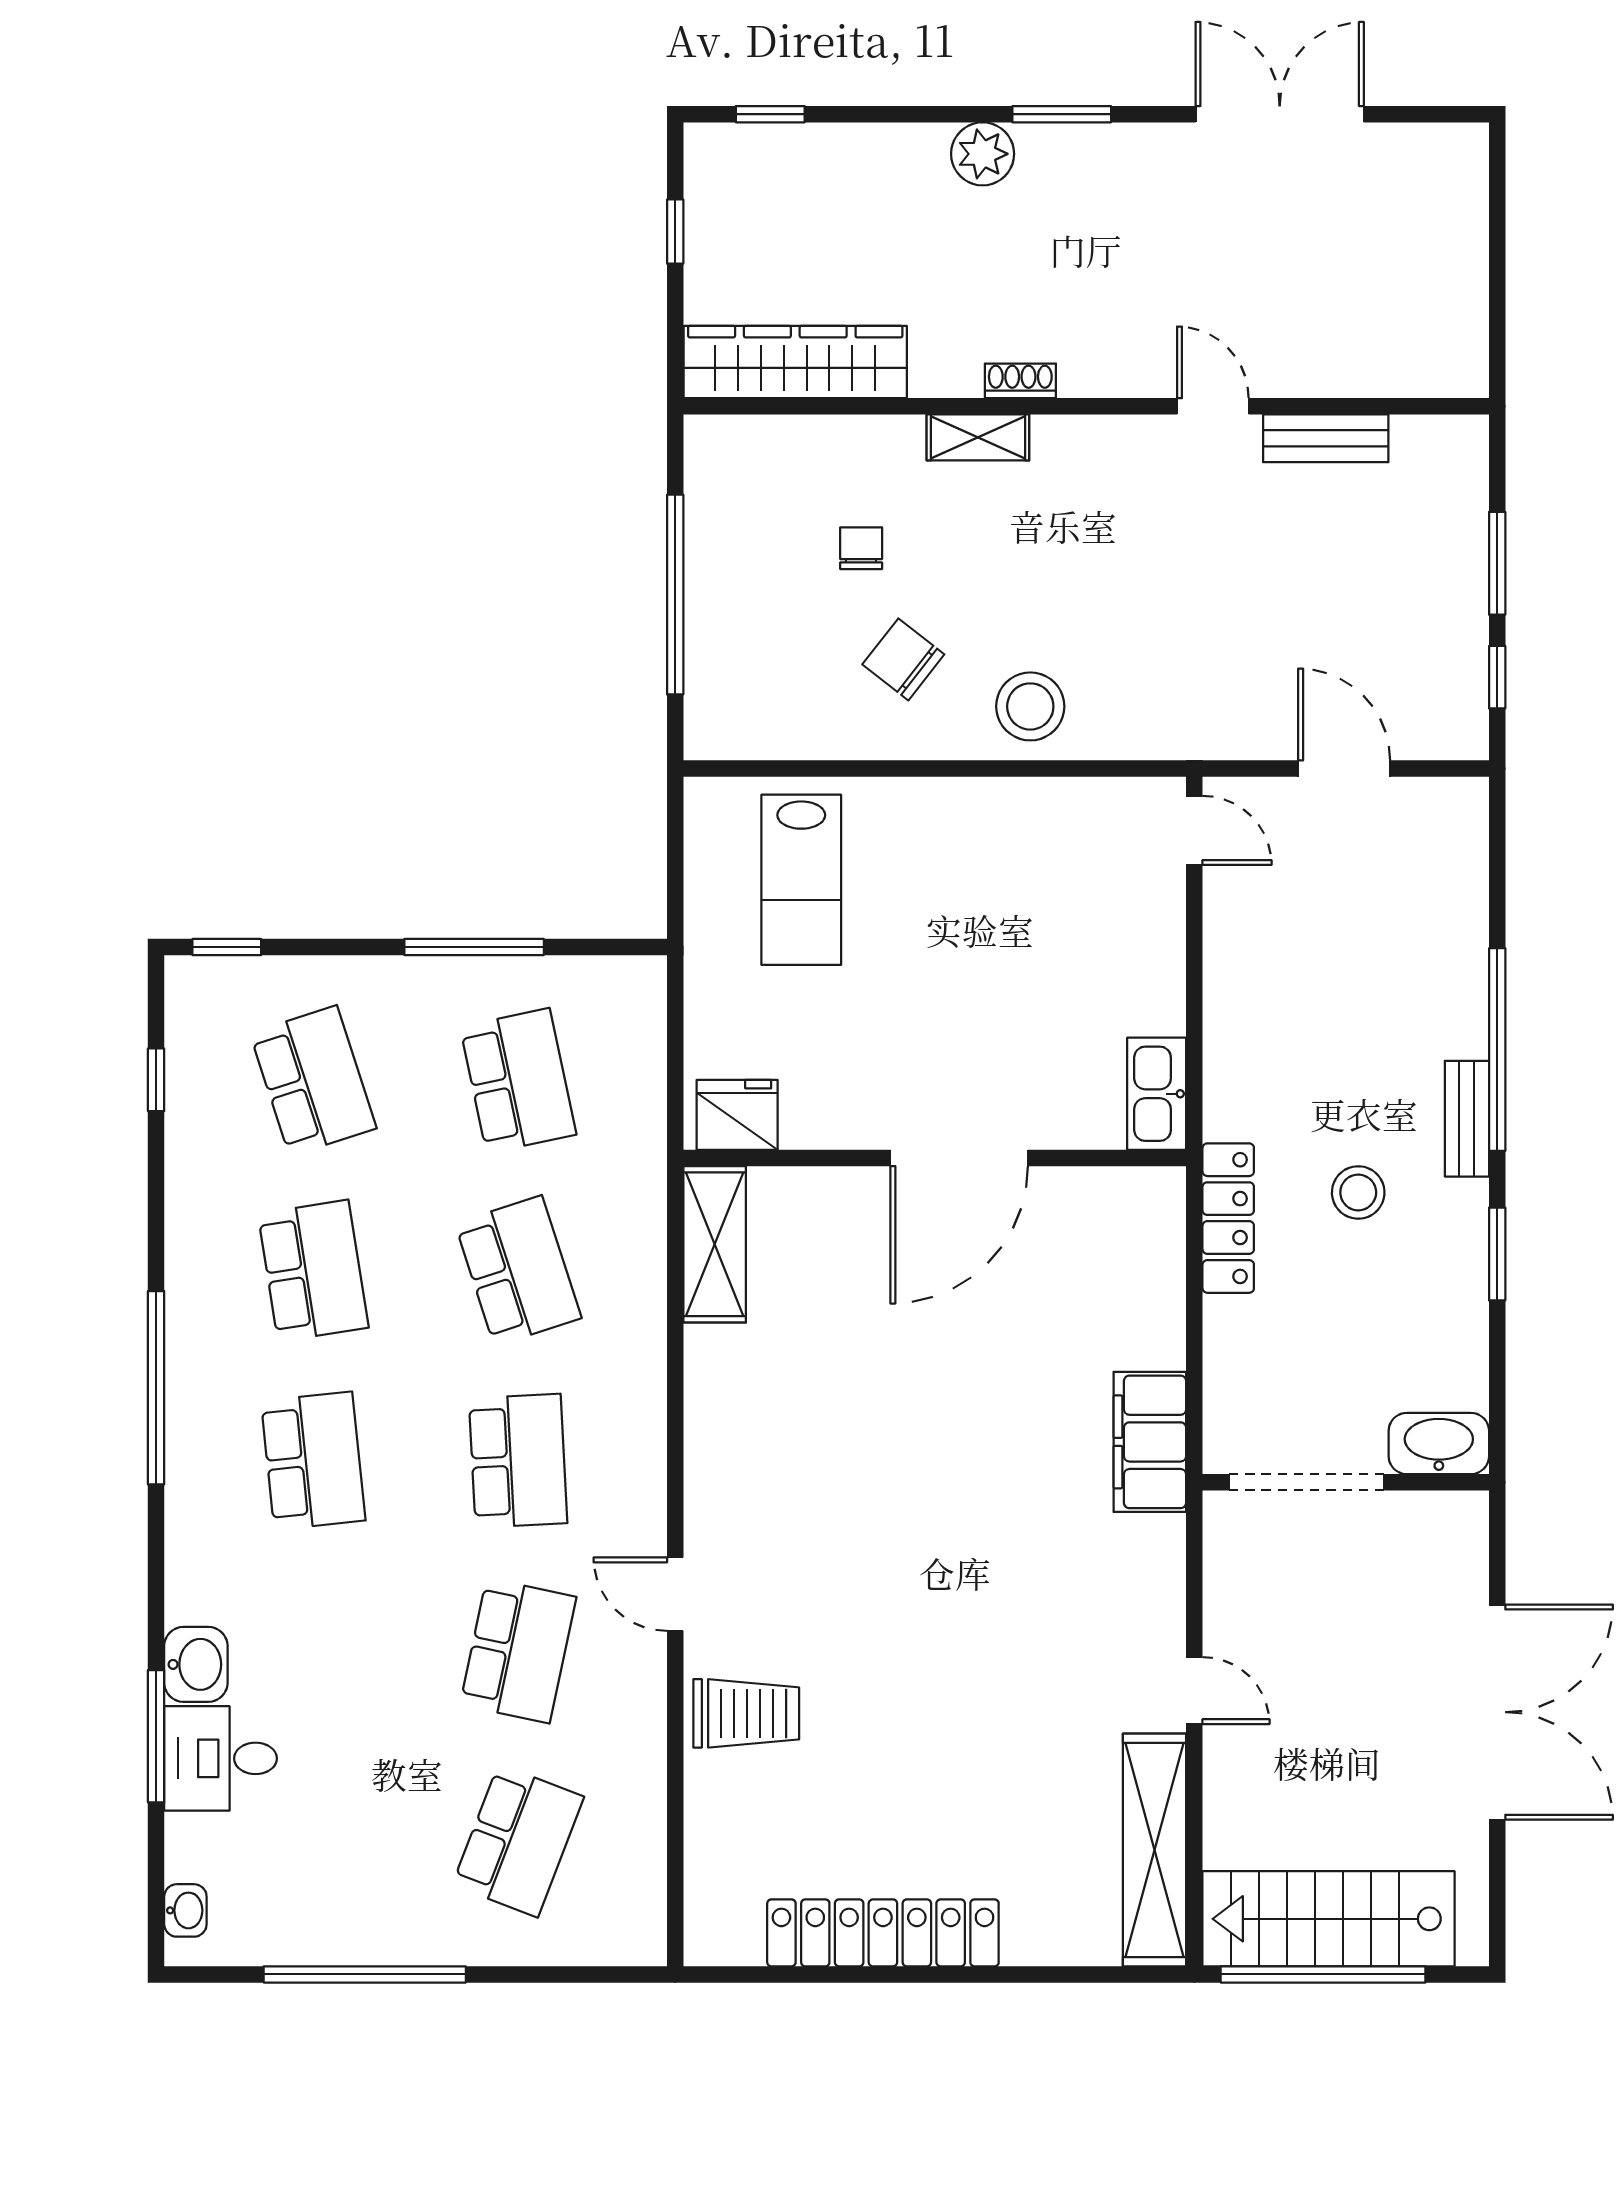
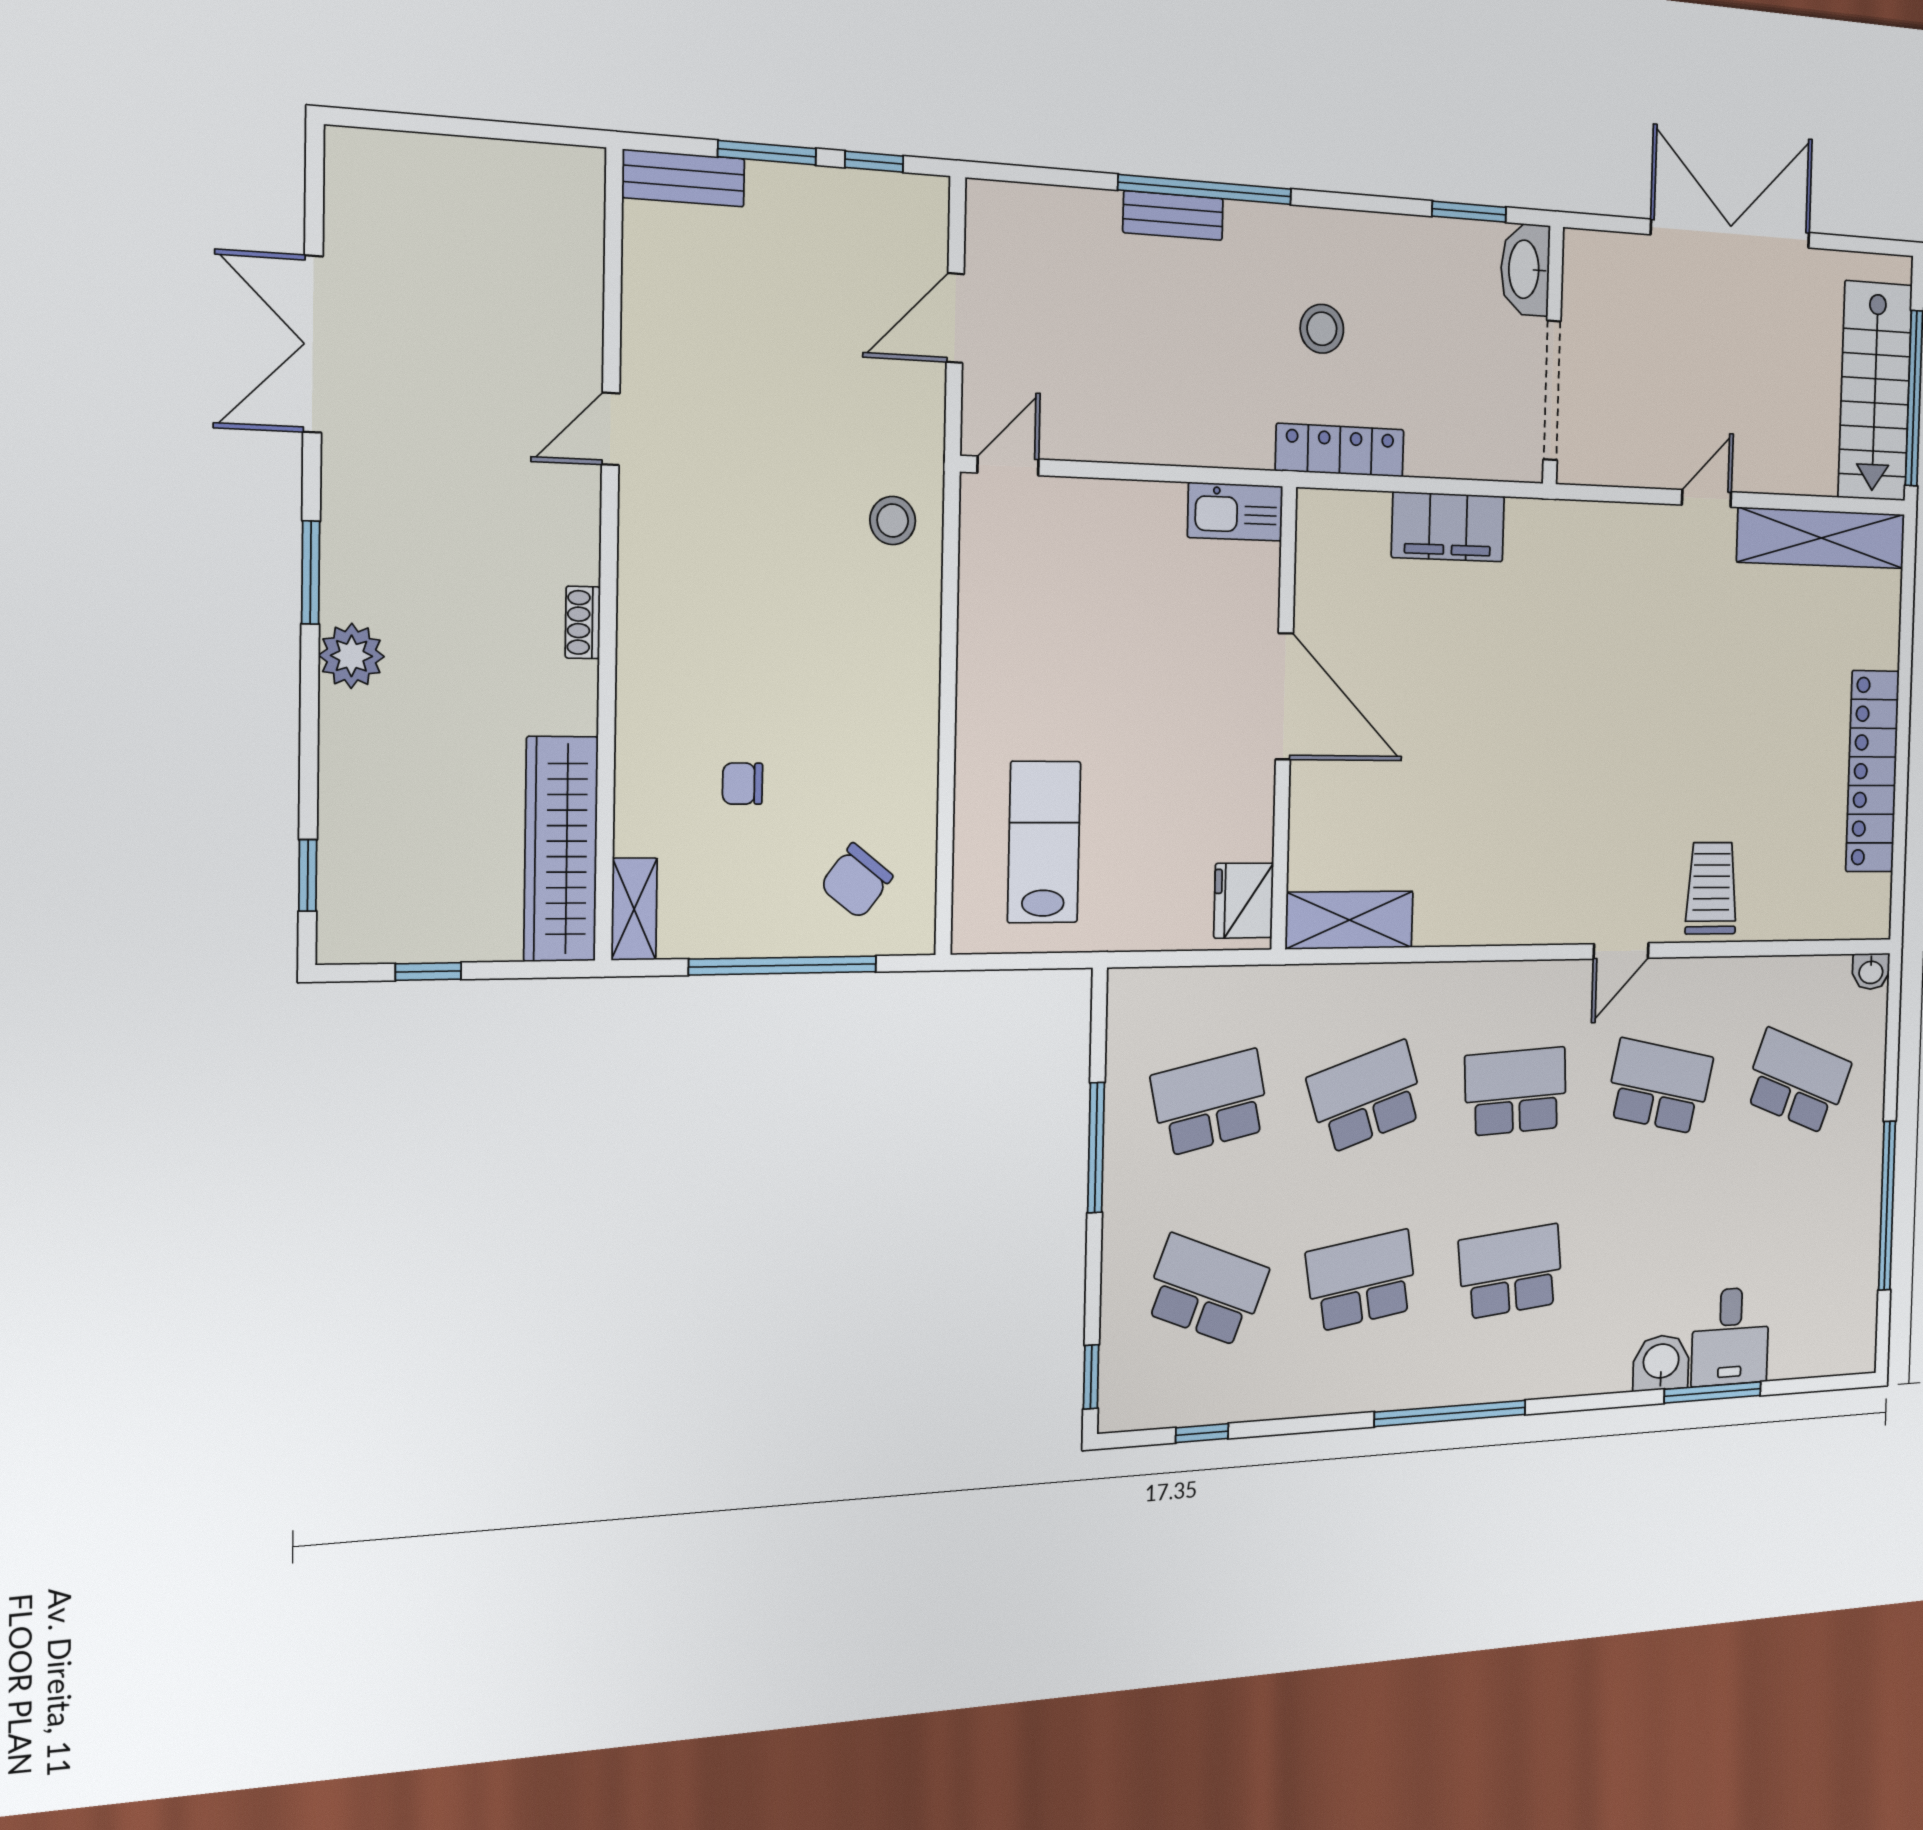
shelving: (978, 437) -> (634, 909), moved
bench: (1326, 438) -> (684, 178), moved, turned 90
chair: (903, 659) -> (856, 881), moved
stool: (1030, 706) -> (893, 520), moved, width x0.73, depth x0.73
lab bench: (801, 880) -> (1044, 842), turned -90
school desk: (313, 1081) -> (1206, 1290), turned 39
bench: (1467, 1119) -> (1173, 216), moved
window: (1497, 1254) -> (1469, 212), moved
filing cabinet: (1150, 1442) -> (1448, 527), moved
washbasin: (185, 1910) -> (1871, 971), moved, turned 180

